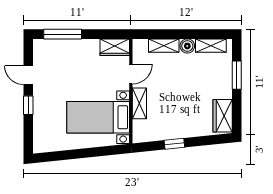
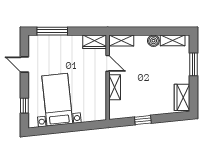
shelving: (164, 46) -> (121, 40), moved
door: (131, 74) -> (108, 63), hinge flipped
window: (28, 105) -> (24, 106), moved
bed with nightstands: (98, 117) -> (57, 100), moved, turned 84

